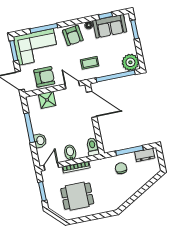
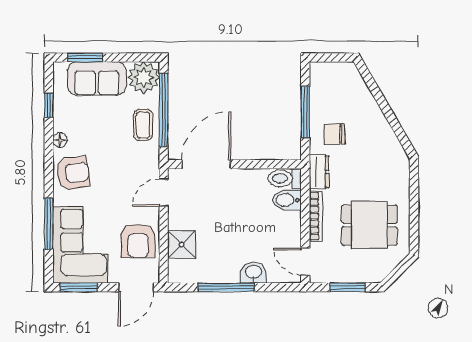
sofa: (110, 26) -> (97, 78), moved, turned 90
coffee table: (90, 63) -> (143, 125), moved
armchair: (44, 77) -> (138, 241), turned 180
bidet: (70, 153) -> (287, 200), moved
dresser: (145, 155) -> (319, 172), moved
dining table: (77, 196) -> (369, 225), turned 90

